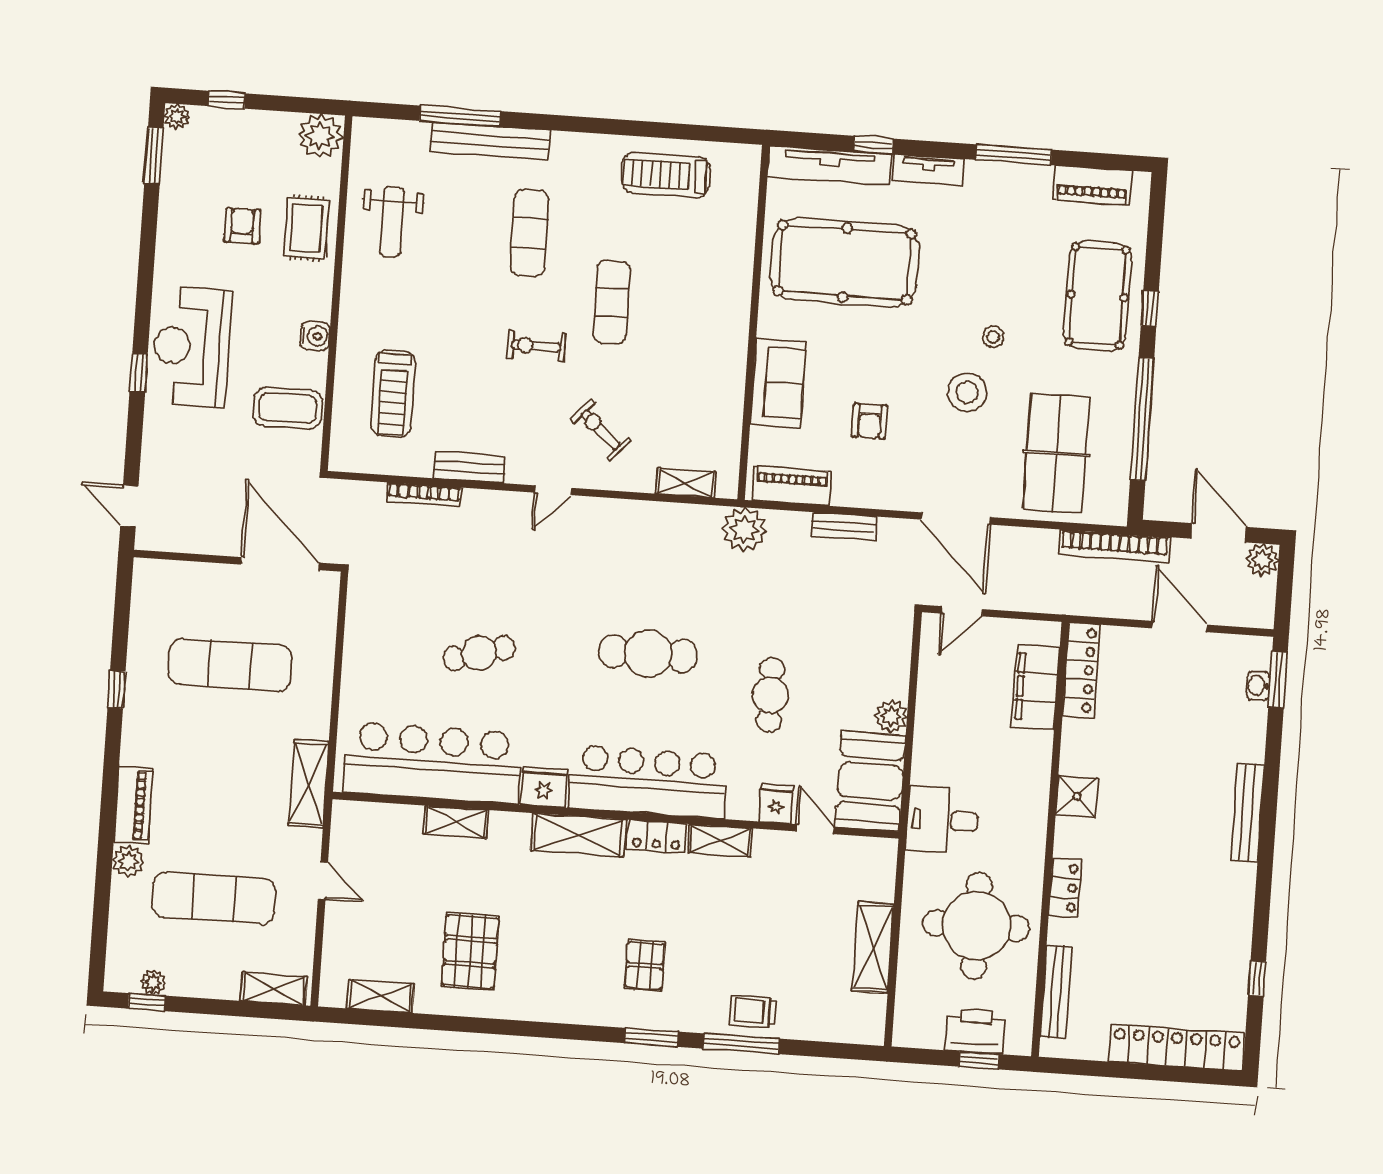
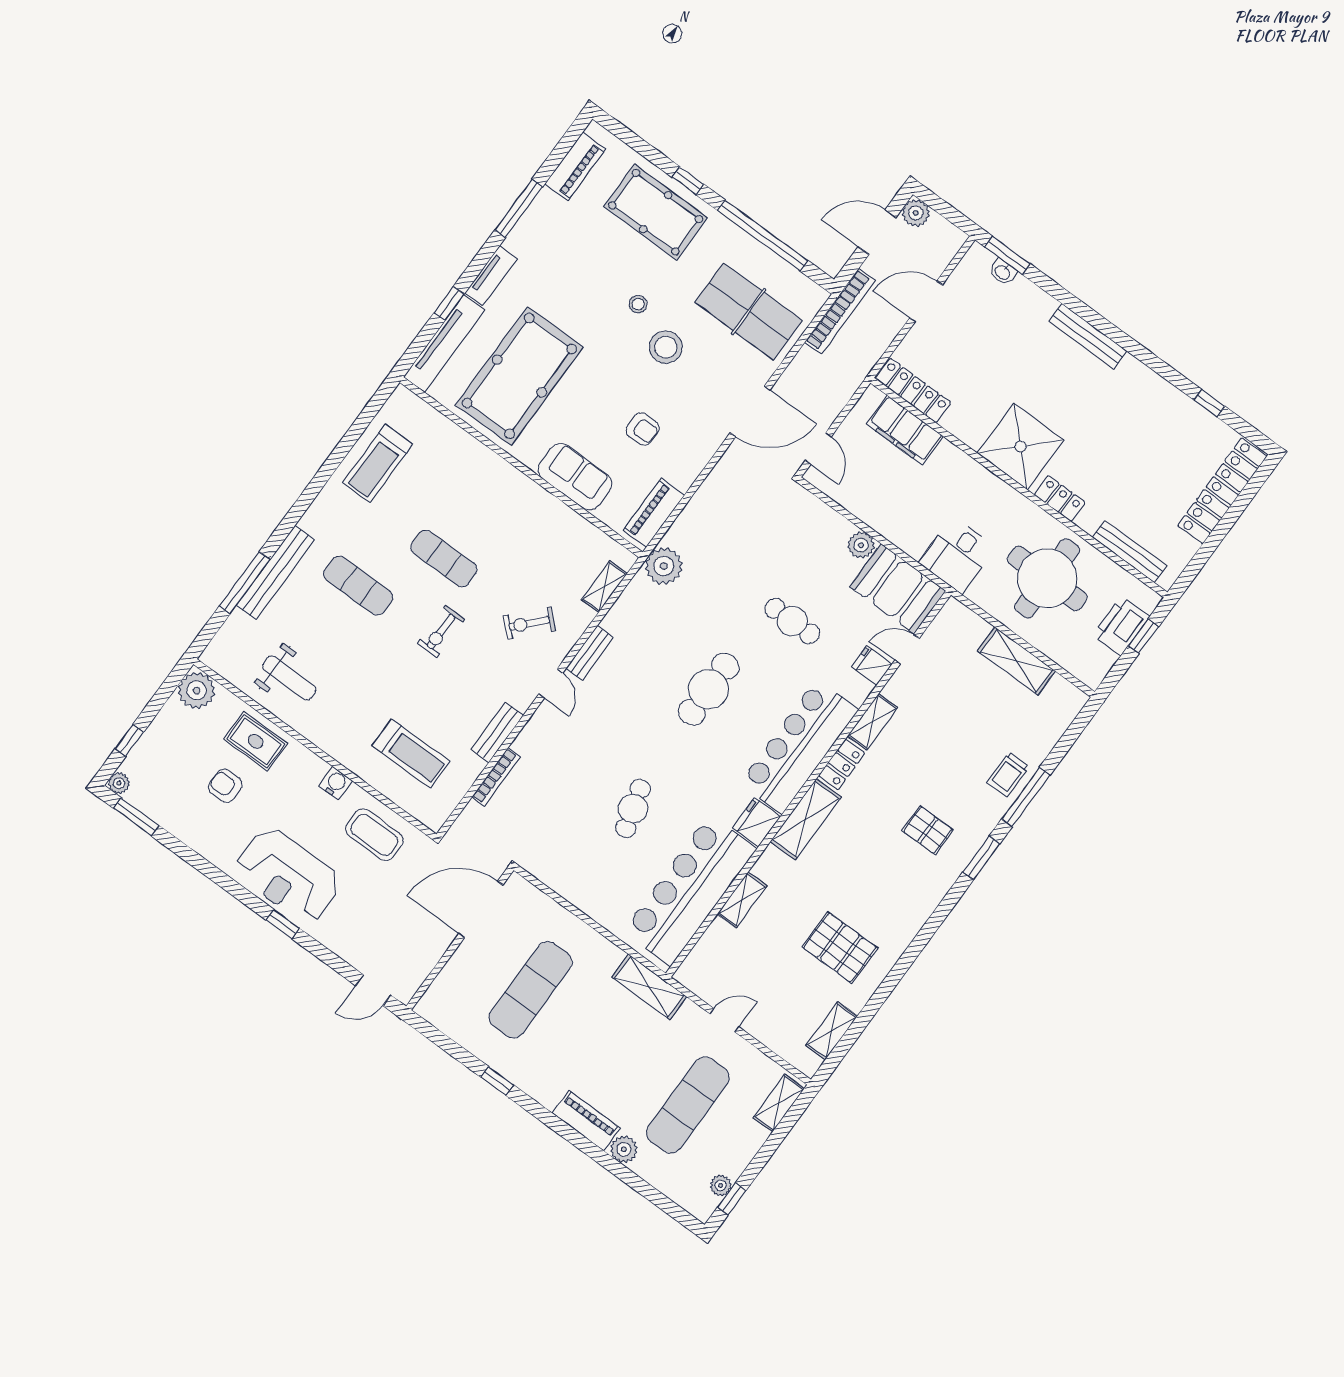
coffee table: (288, 408) -> (374, 835), turned 90
bench: (844, 526) -> (590, 653), moved
shower: (1077, 796) -> (1021, 447), width x1.86, depth x1.86

